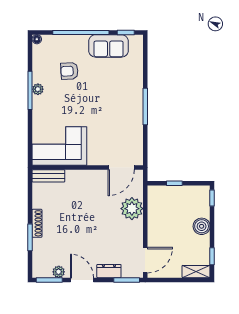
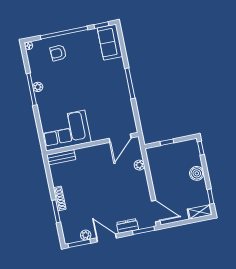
sofa: (109, 46) -> (110, 42), moved, turned 90
armchair: (69, 71) -> (58, 53), moved
plant: (132, 209) -> (139, 165), width x0.53, depth x0.53
door: (145, 260) -> (156, 211), hinge flipped

